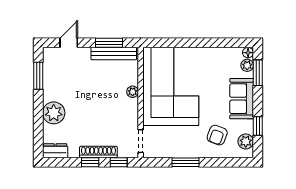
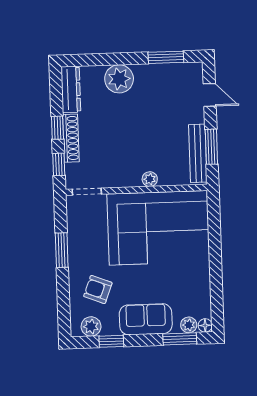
dresser: (55, 151) -> (71, 89), width x1.44

